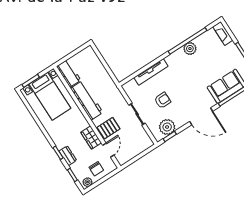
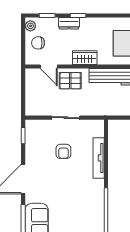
plant: (190, 49) -> (97, 211), removed
plant: (167, 127) -> (34, 139), removed
pallet: (108, 128) -> (70, 81), turned 90
wardrobe: (91, 137) -> (85, 58), moved

